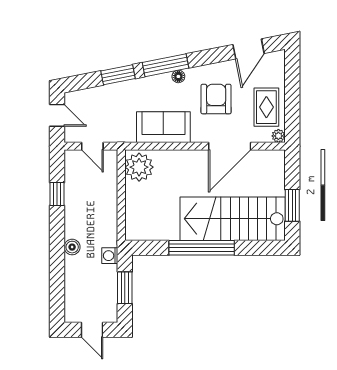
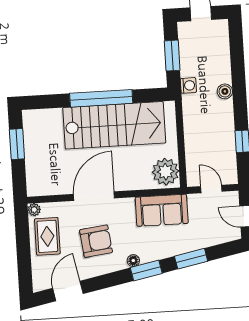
window: (165, 65) -> (146, 270), width x0.69
armchair: (216, 99) -> (96, 241), turned -97
sofa: (163, 127) -> (162, 210), moved
door: (230, 146) -> (94, 196), moved
stairs: (233, 219) -> (114, 125), moved

